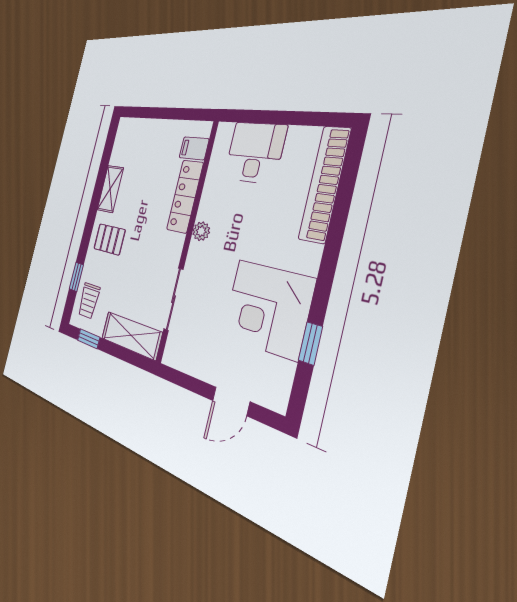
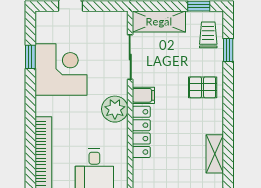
filing cabinet: (194, 148) -> (143, 95), moved
shelving: (110, 189) -> (215, 154), moved
plant: (201, 231) -> (115, 109), width x1.87, depth x1.87

